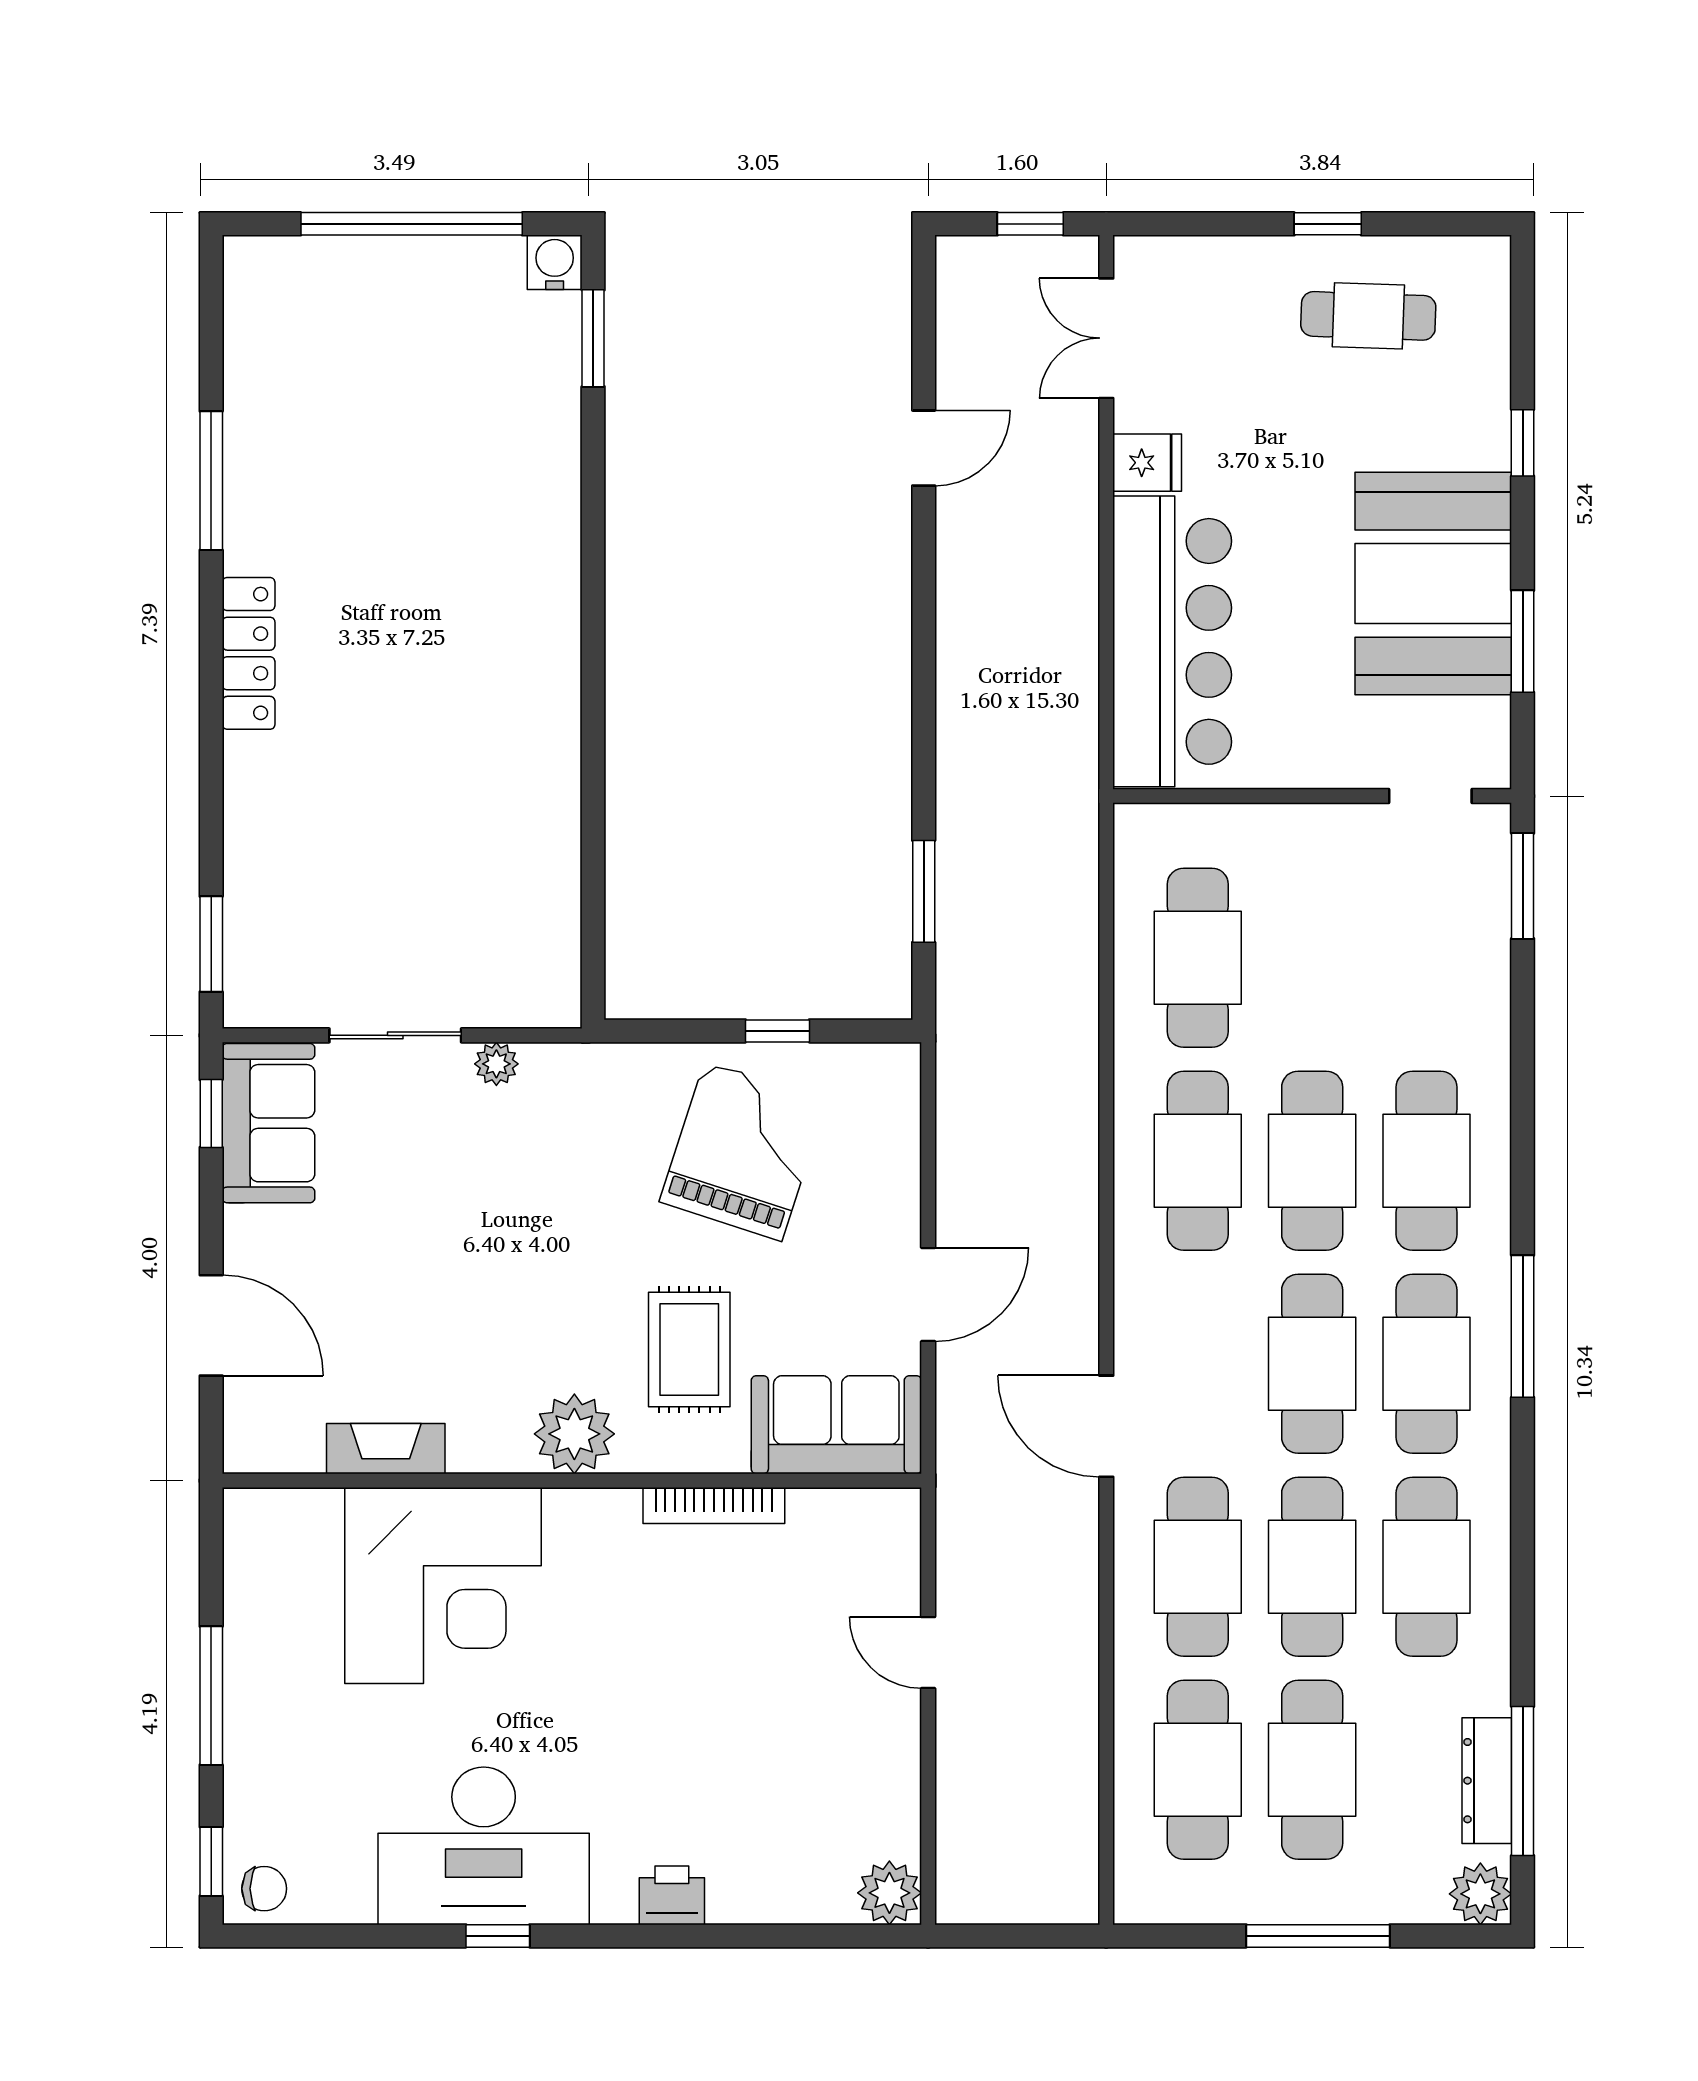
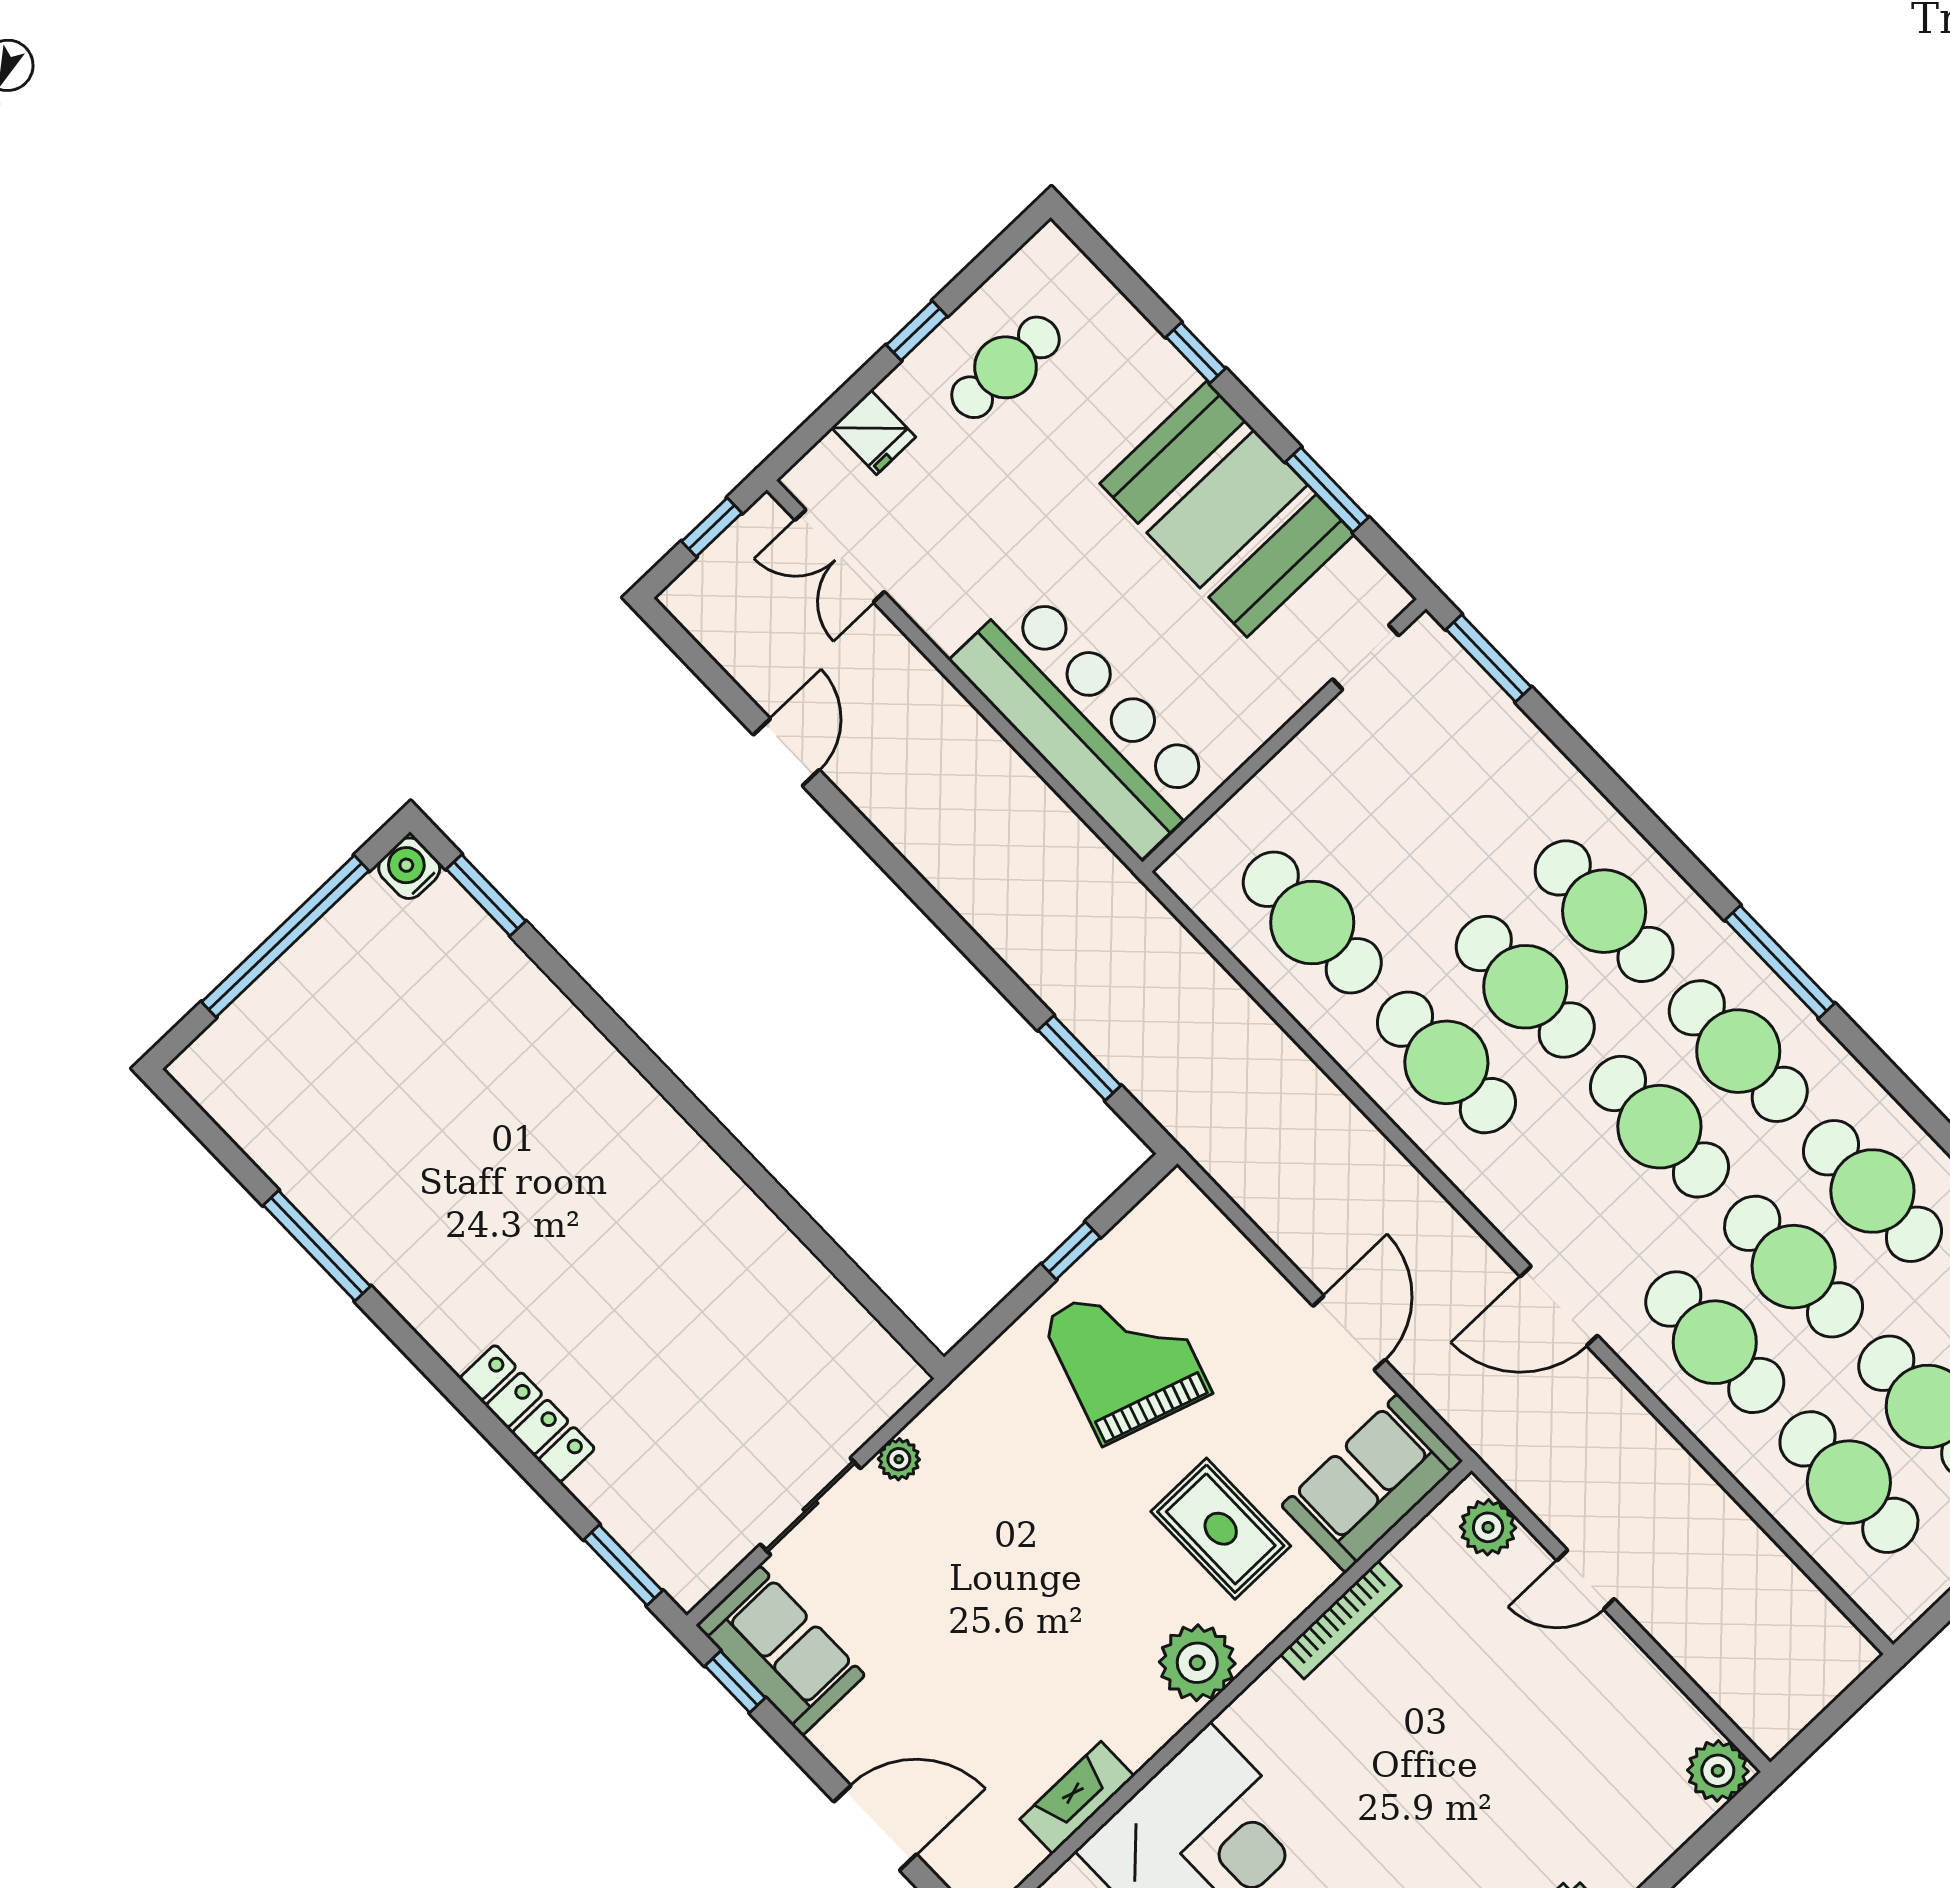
fridge: (1147, 463) -> (873, 432), moved, turned 90
locker: (249, 653) -> (527, 1414), moved
plant: (892, 1542) -> (1488, 1527), added

